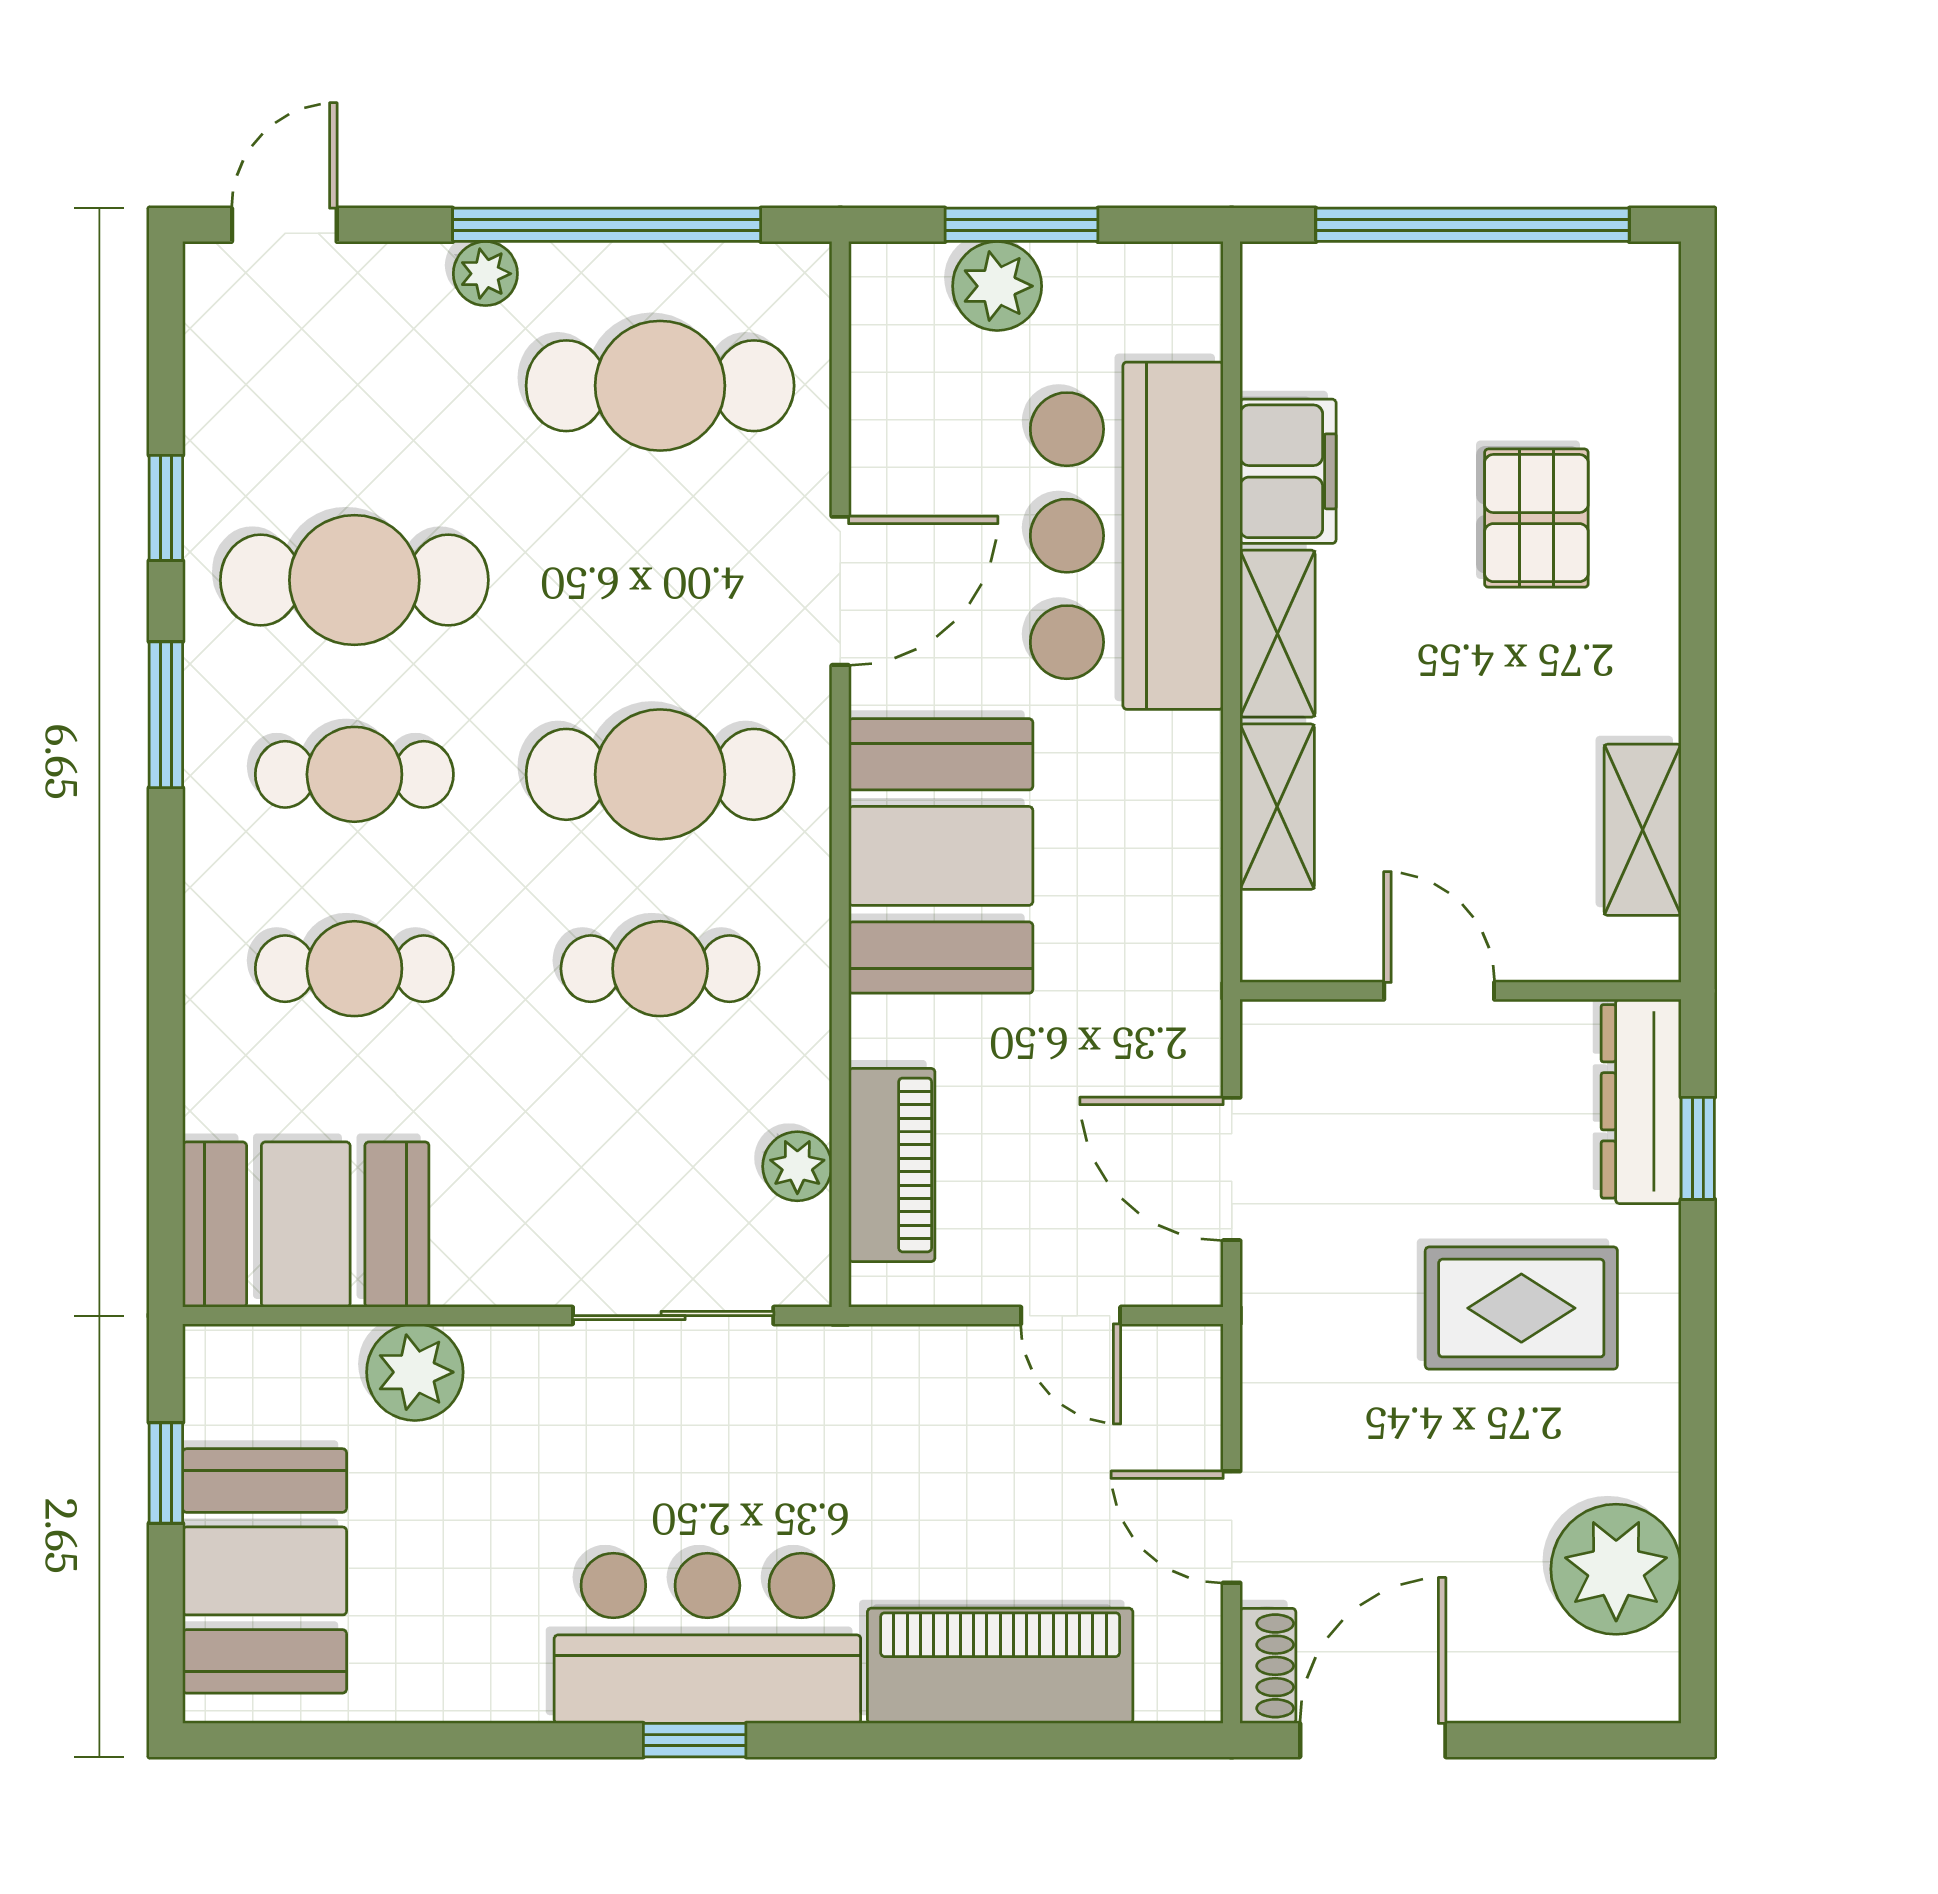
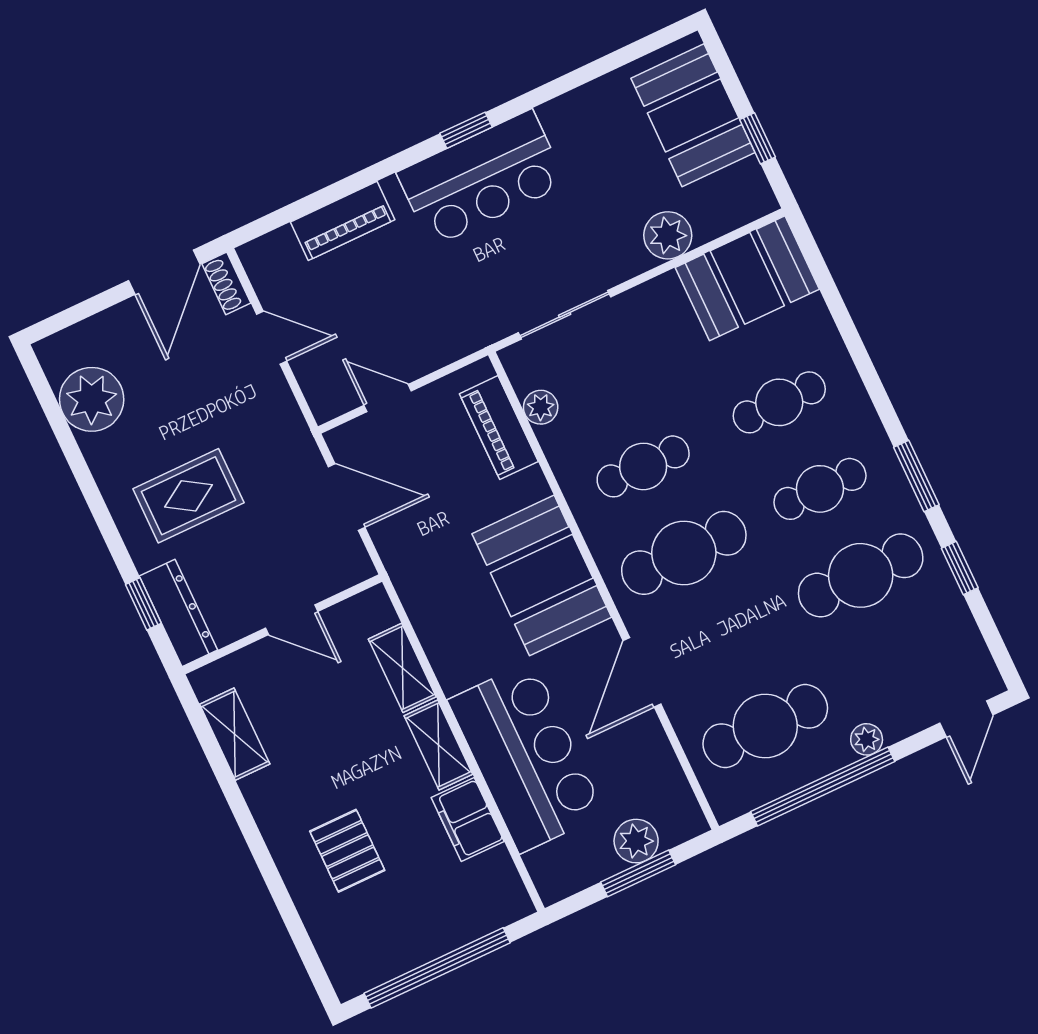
piano: (1000, 1666) -> (343, 221), width x0.73, depth x0.75

